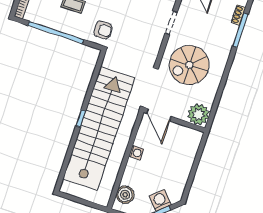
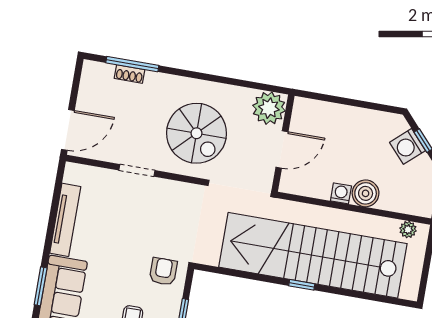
shoe rack: (238, 15) -> (129, 74), moved
door: (159, 115) -> (282, 150), moved
plant: (106, 193) -> (408, 230), added
boiler: (125, 195) -> (366, 193), moved

